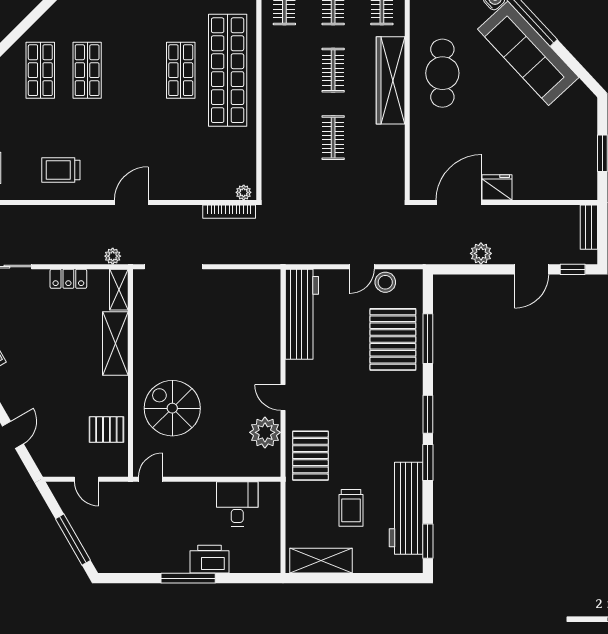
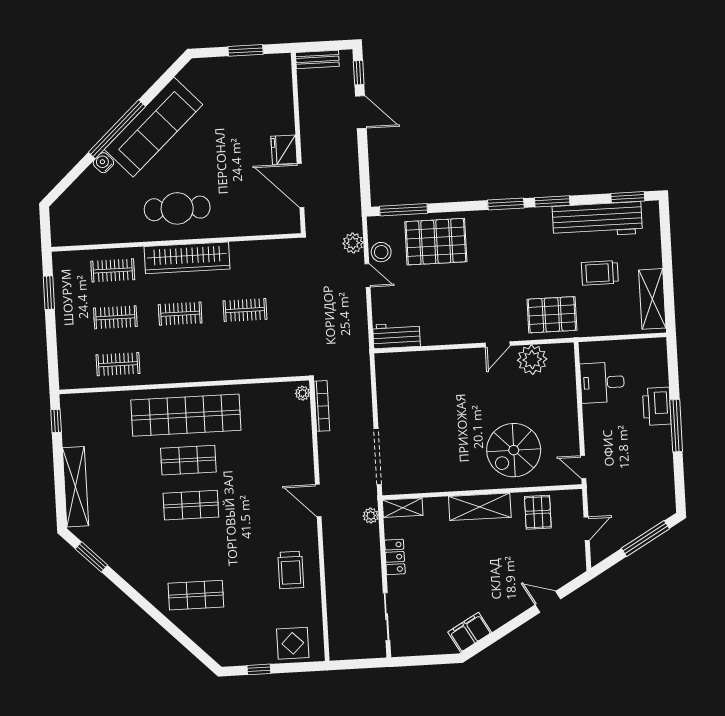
shop shelf: (87, 70) -> (191, 505), moved
plant: (481, 253) -> (353, 243), moved
workbench: (302, 314) -> (396, 336), width x0.53, depth x0.76
window: (428, 339) -> (403, 210), moved
shelving: (115, 344) -> (480, 507), moved
trolley: (351, 508) -> (600, 273), turned 180

